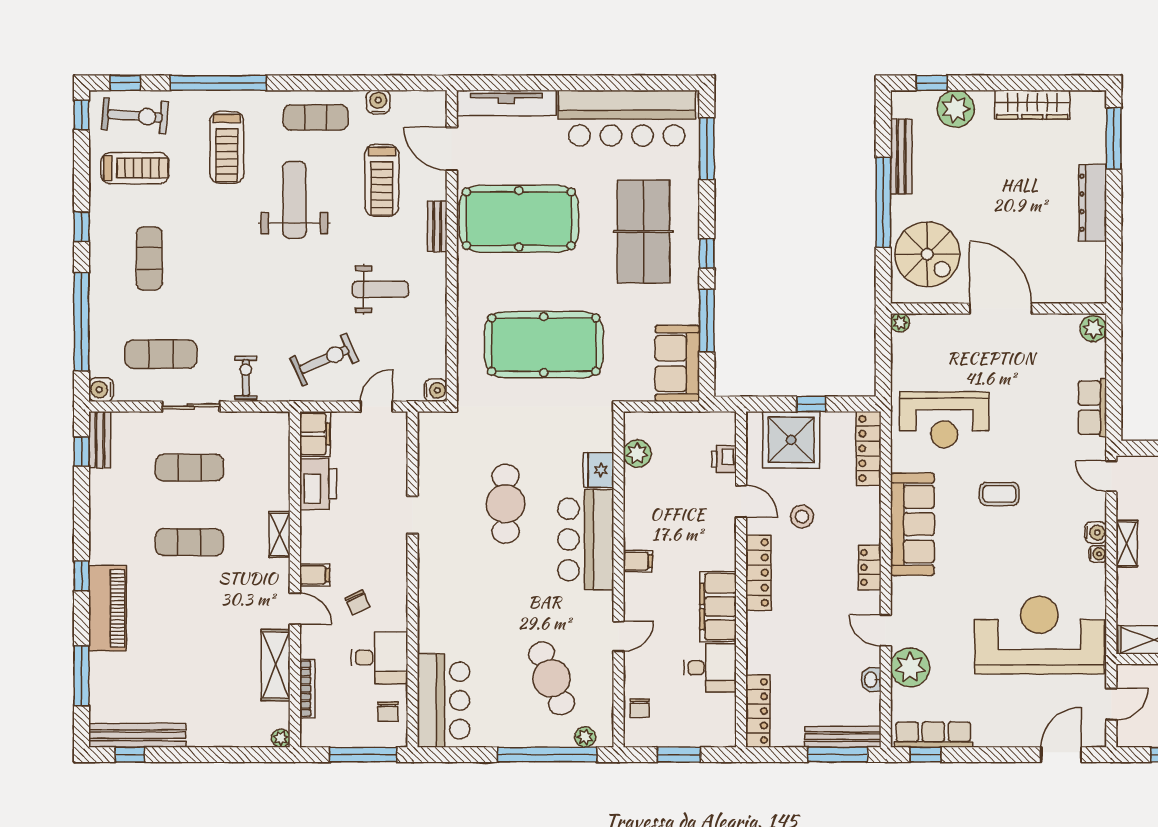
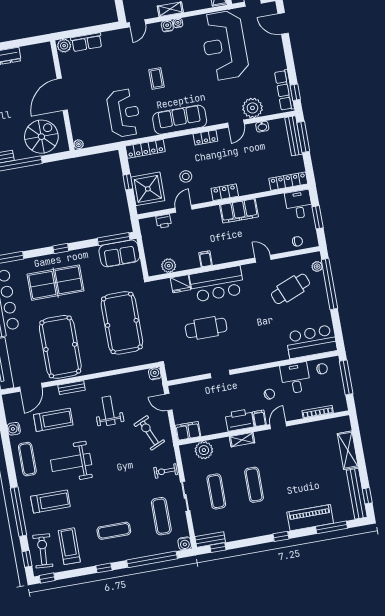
window: (707, 320) -> (114, 239), moved
row of seats: (1092, 408) -> (87, 42), moved
printer: (318, 484) -> (240, 420), moved
filing cabinet: (638, 561) -> (206, 259), moved
locker: (759, 573) -> (225, 192), width x0.66
piano: (108, 608) -> (310, 518), moved
shelving: (276, 665) -> (348, 450), moved, turned 90
desk: (710, 668) -> (299, 204), moved
plant: (281, 738) -> (204, 450), moved, width x1.88, depth x1.88

